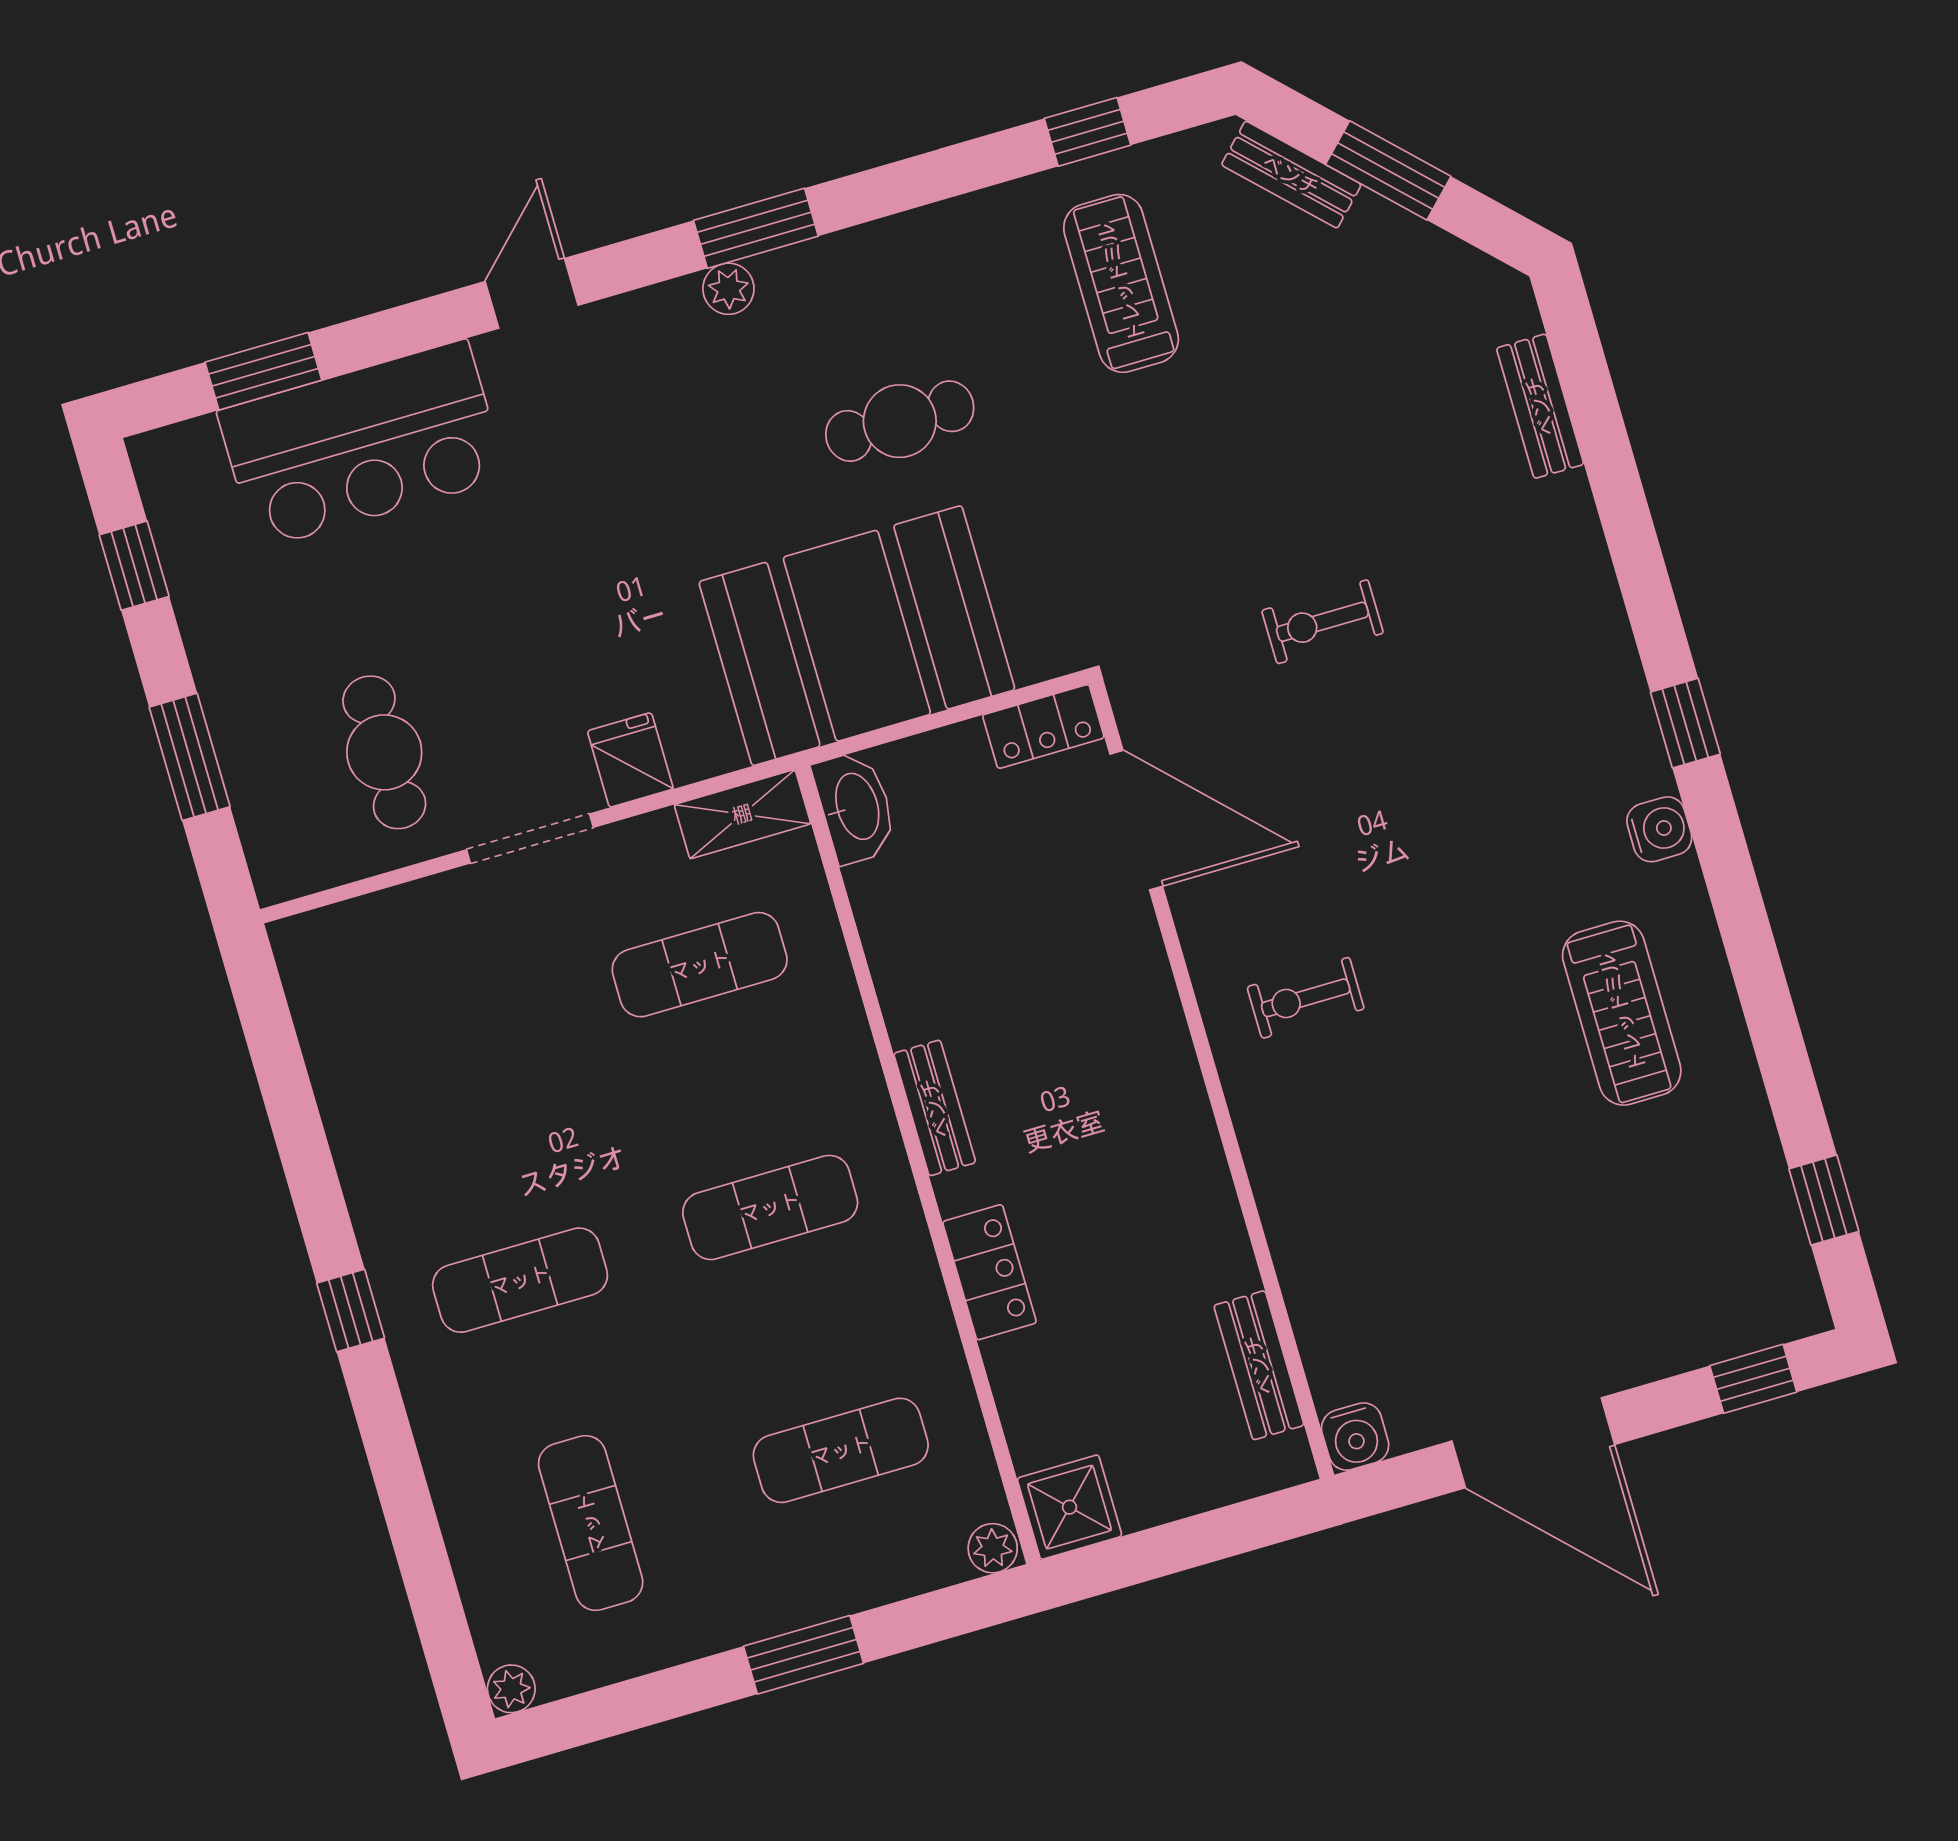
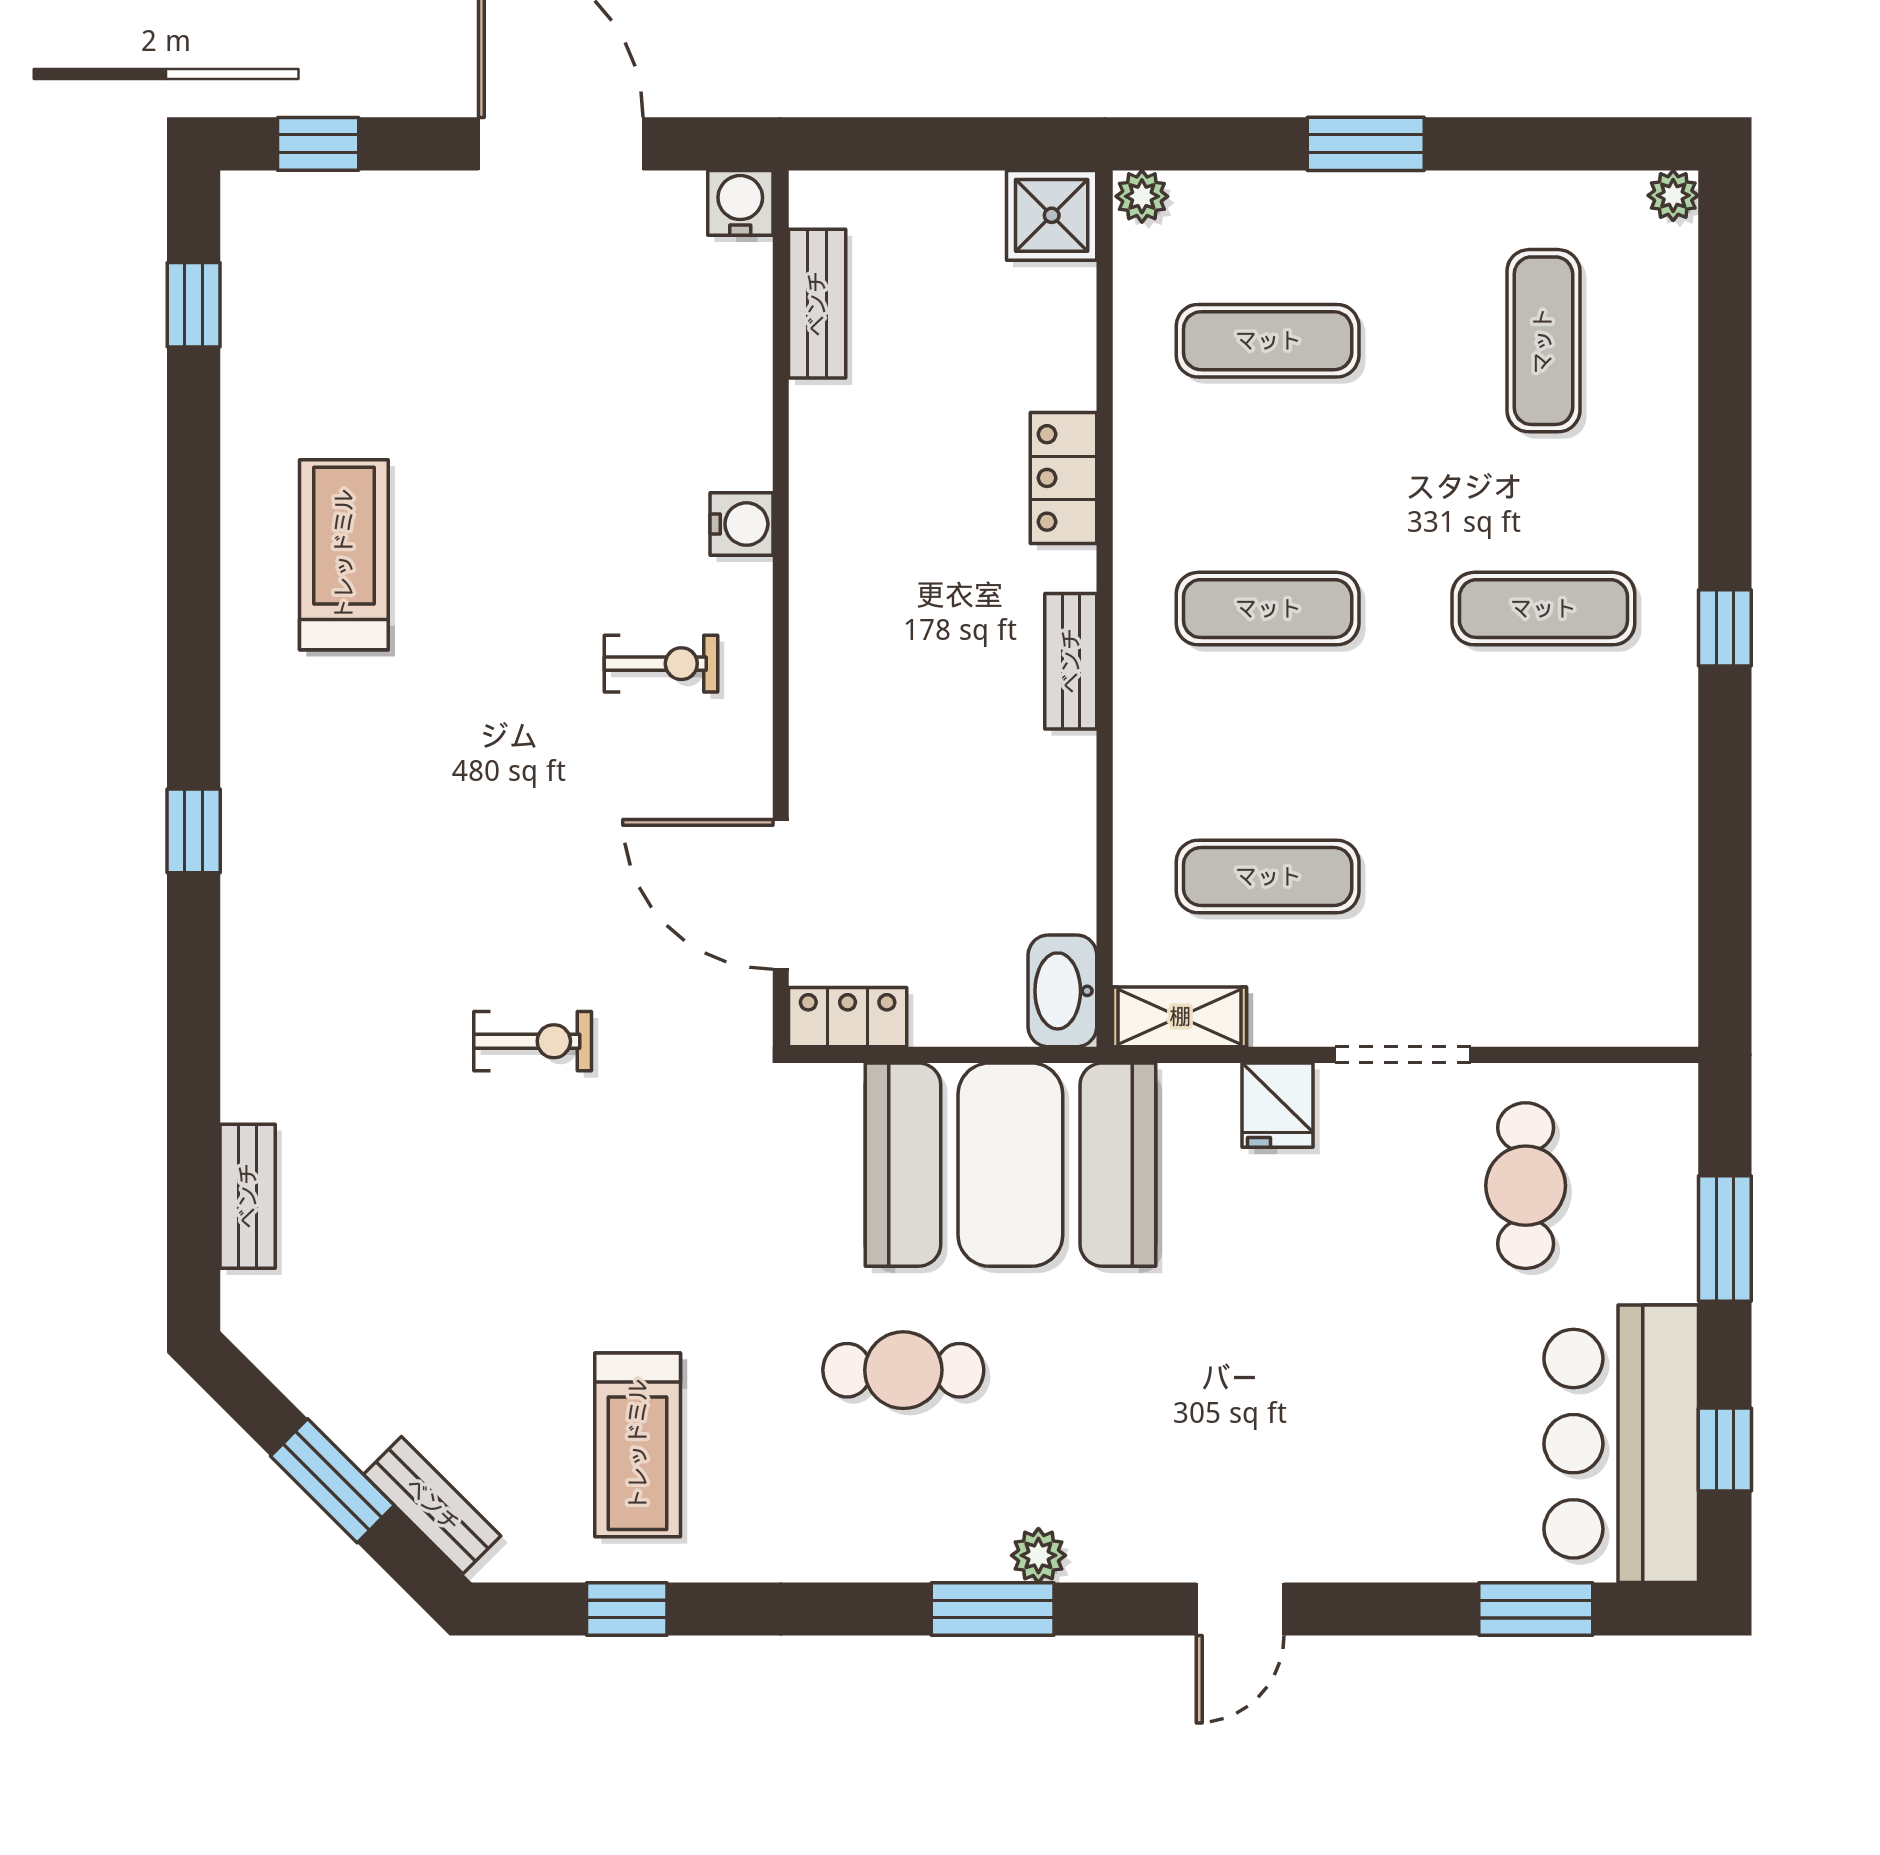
bar counter: (362, 444) -> (1621, 1444), moved, turned -90
water cooler: (1659, 829) -> (741, 524), moved, turned 180

